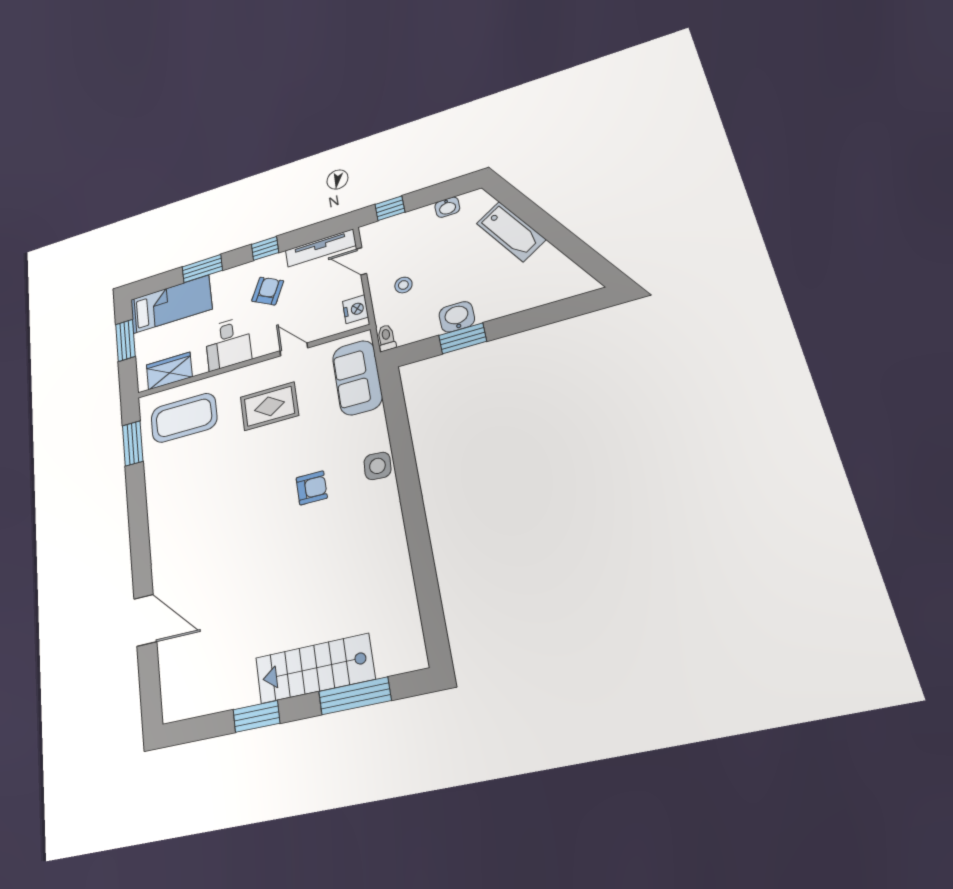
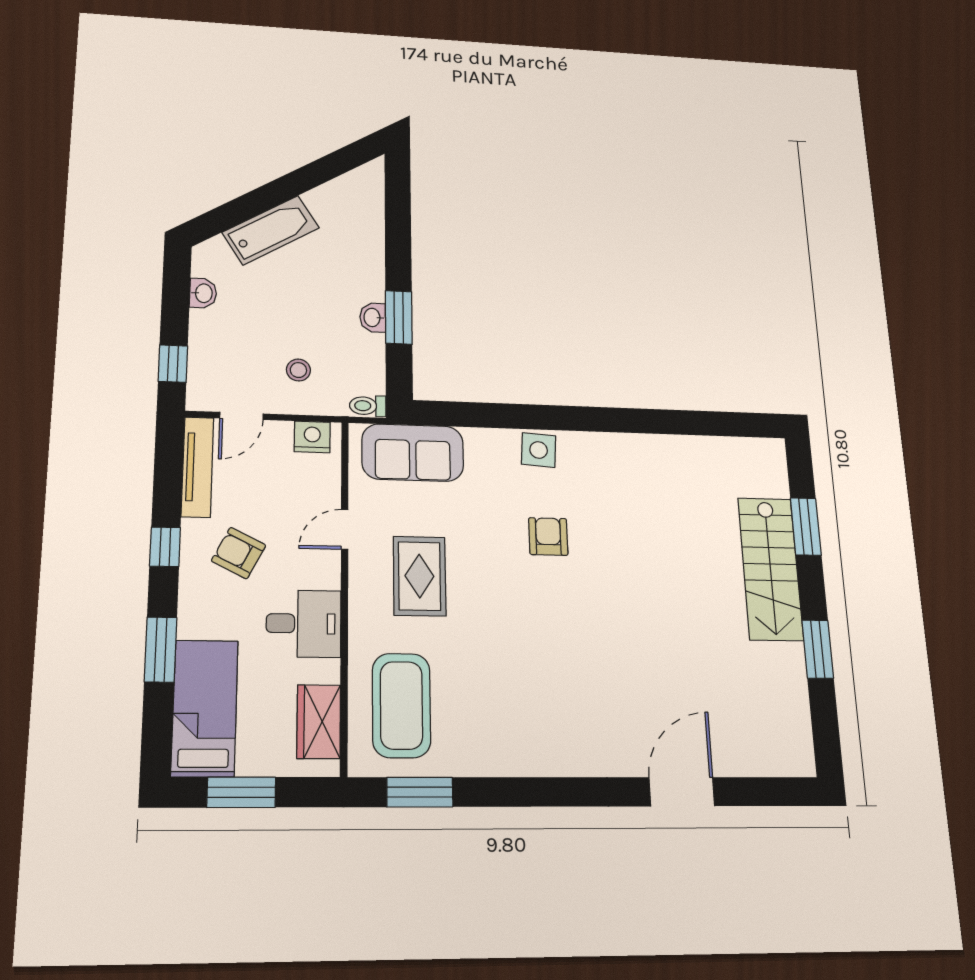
washbasin: (457, 317) -> (373, 317), width x0.72, depth x0.69
window: (355, 696) -> (806, 527), width x0.69

